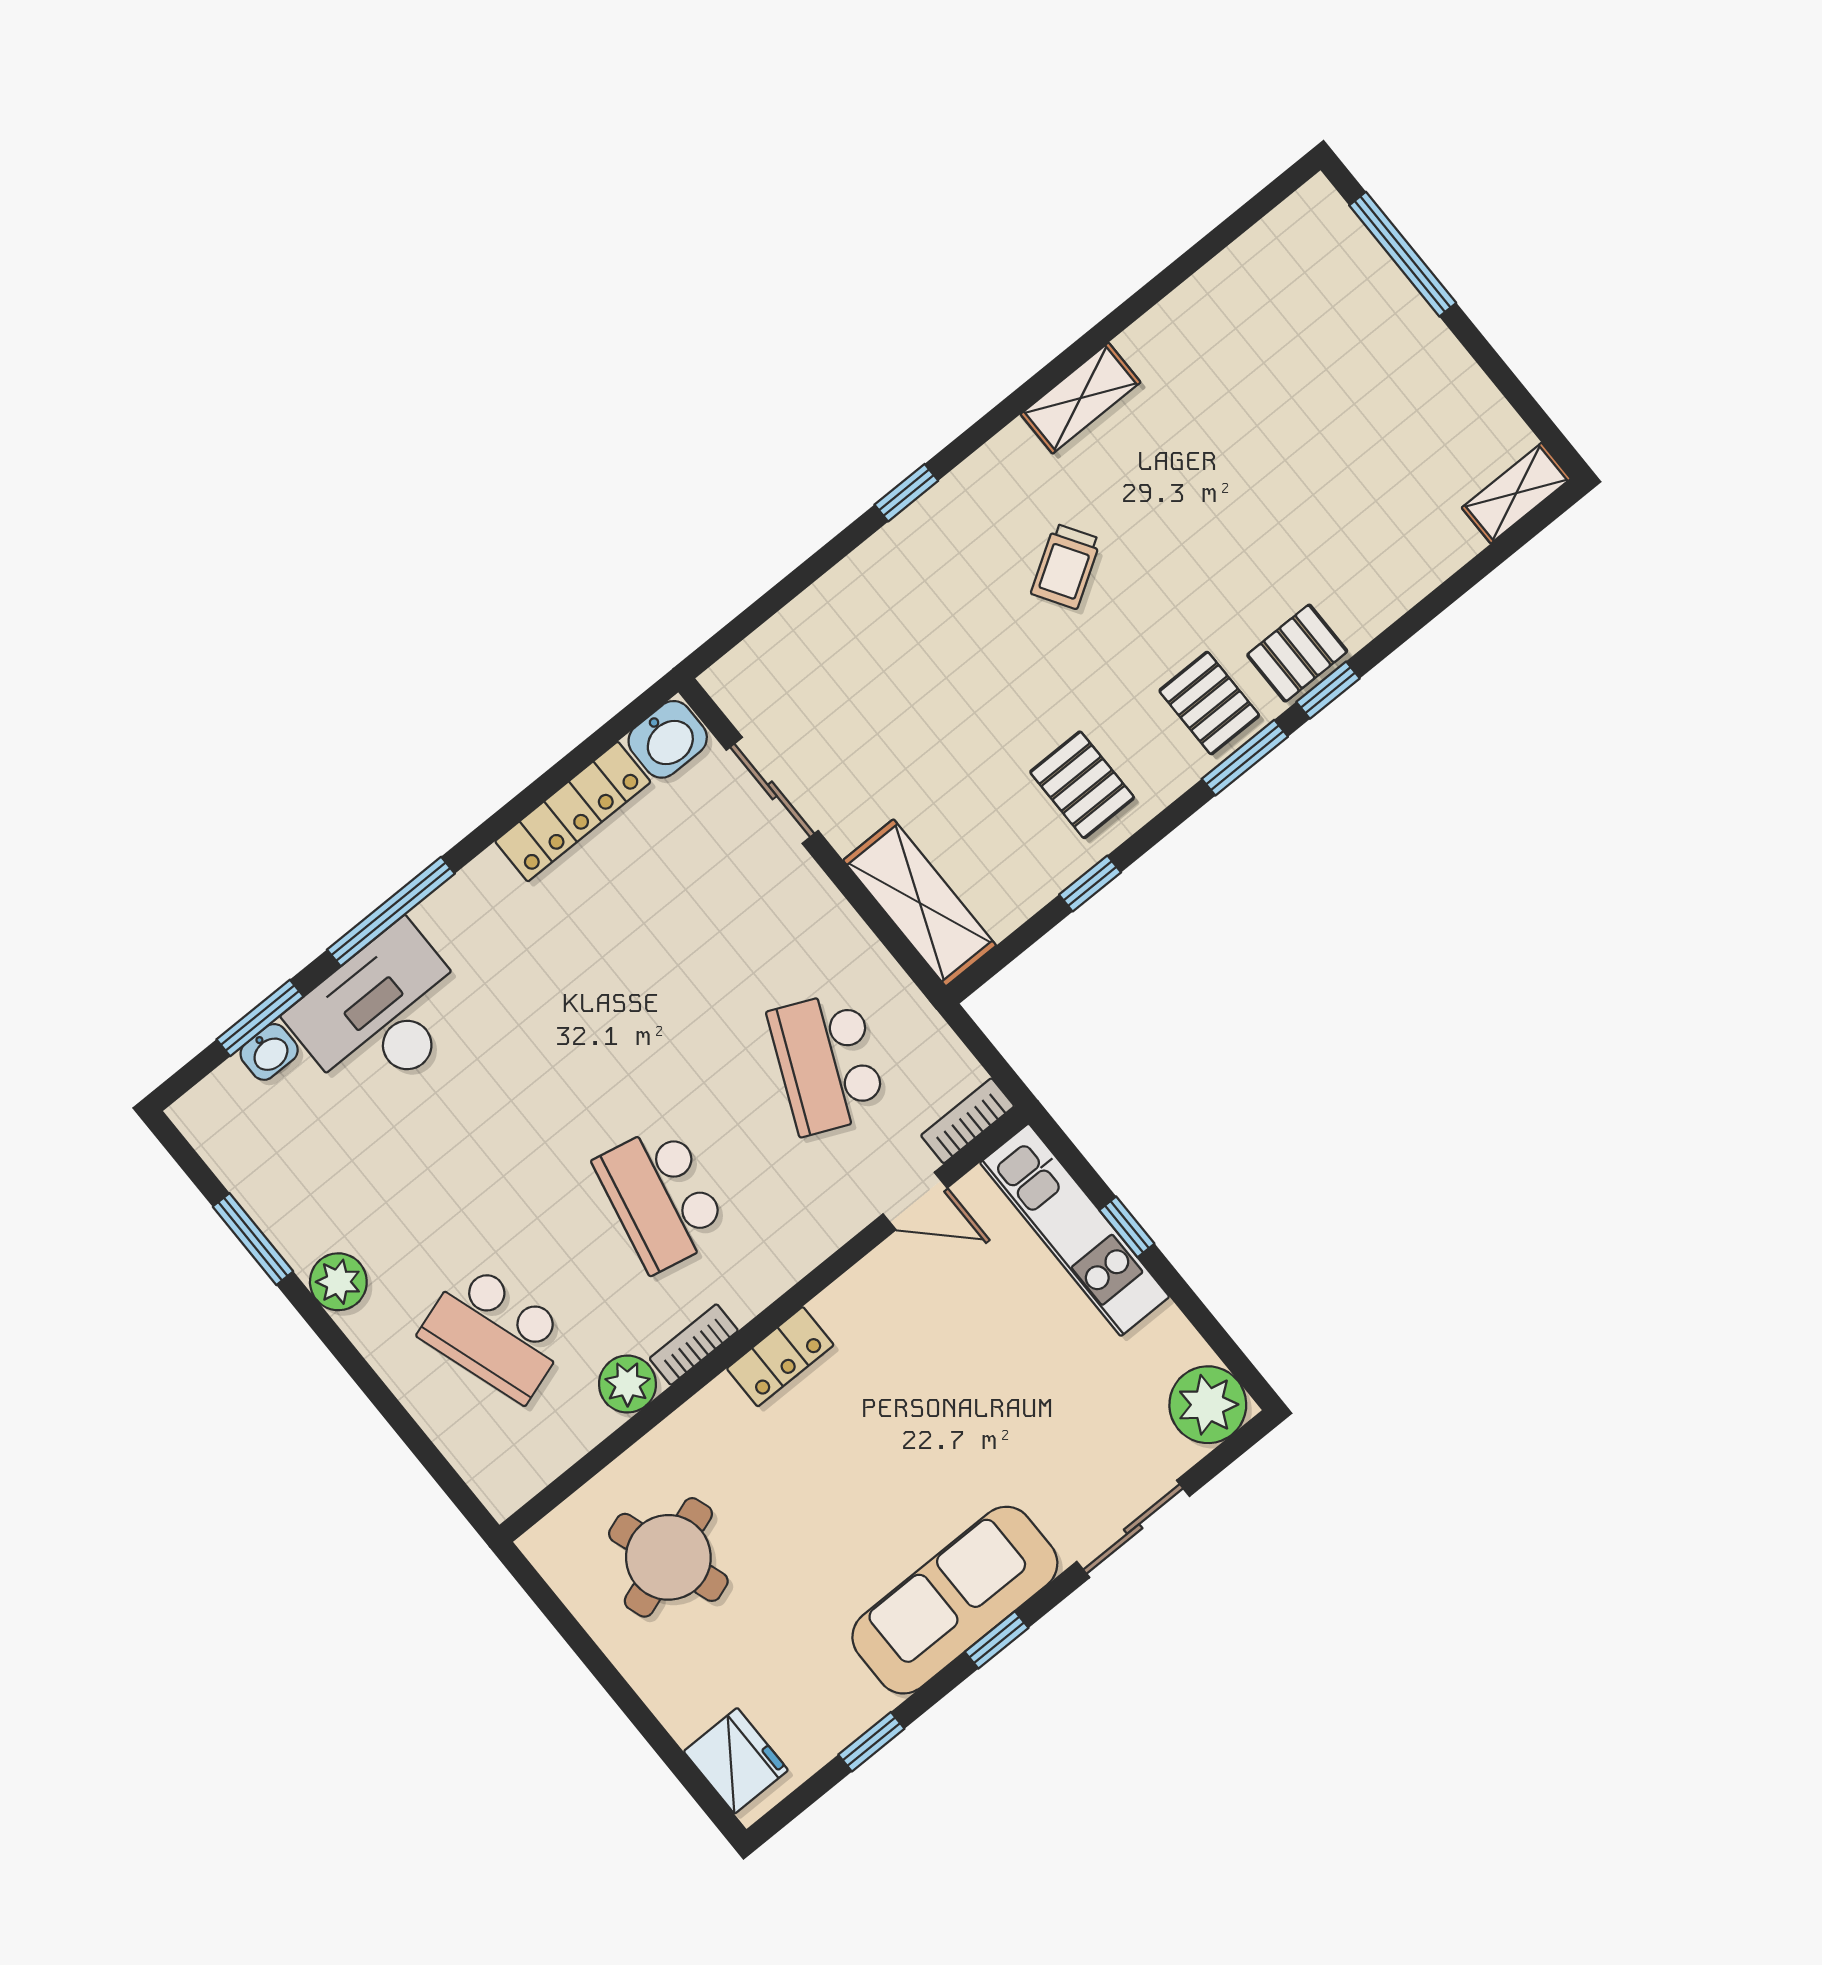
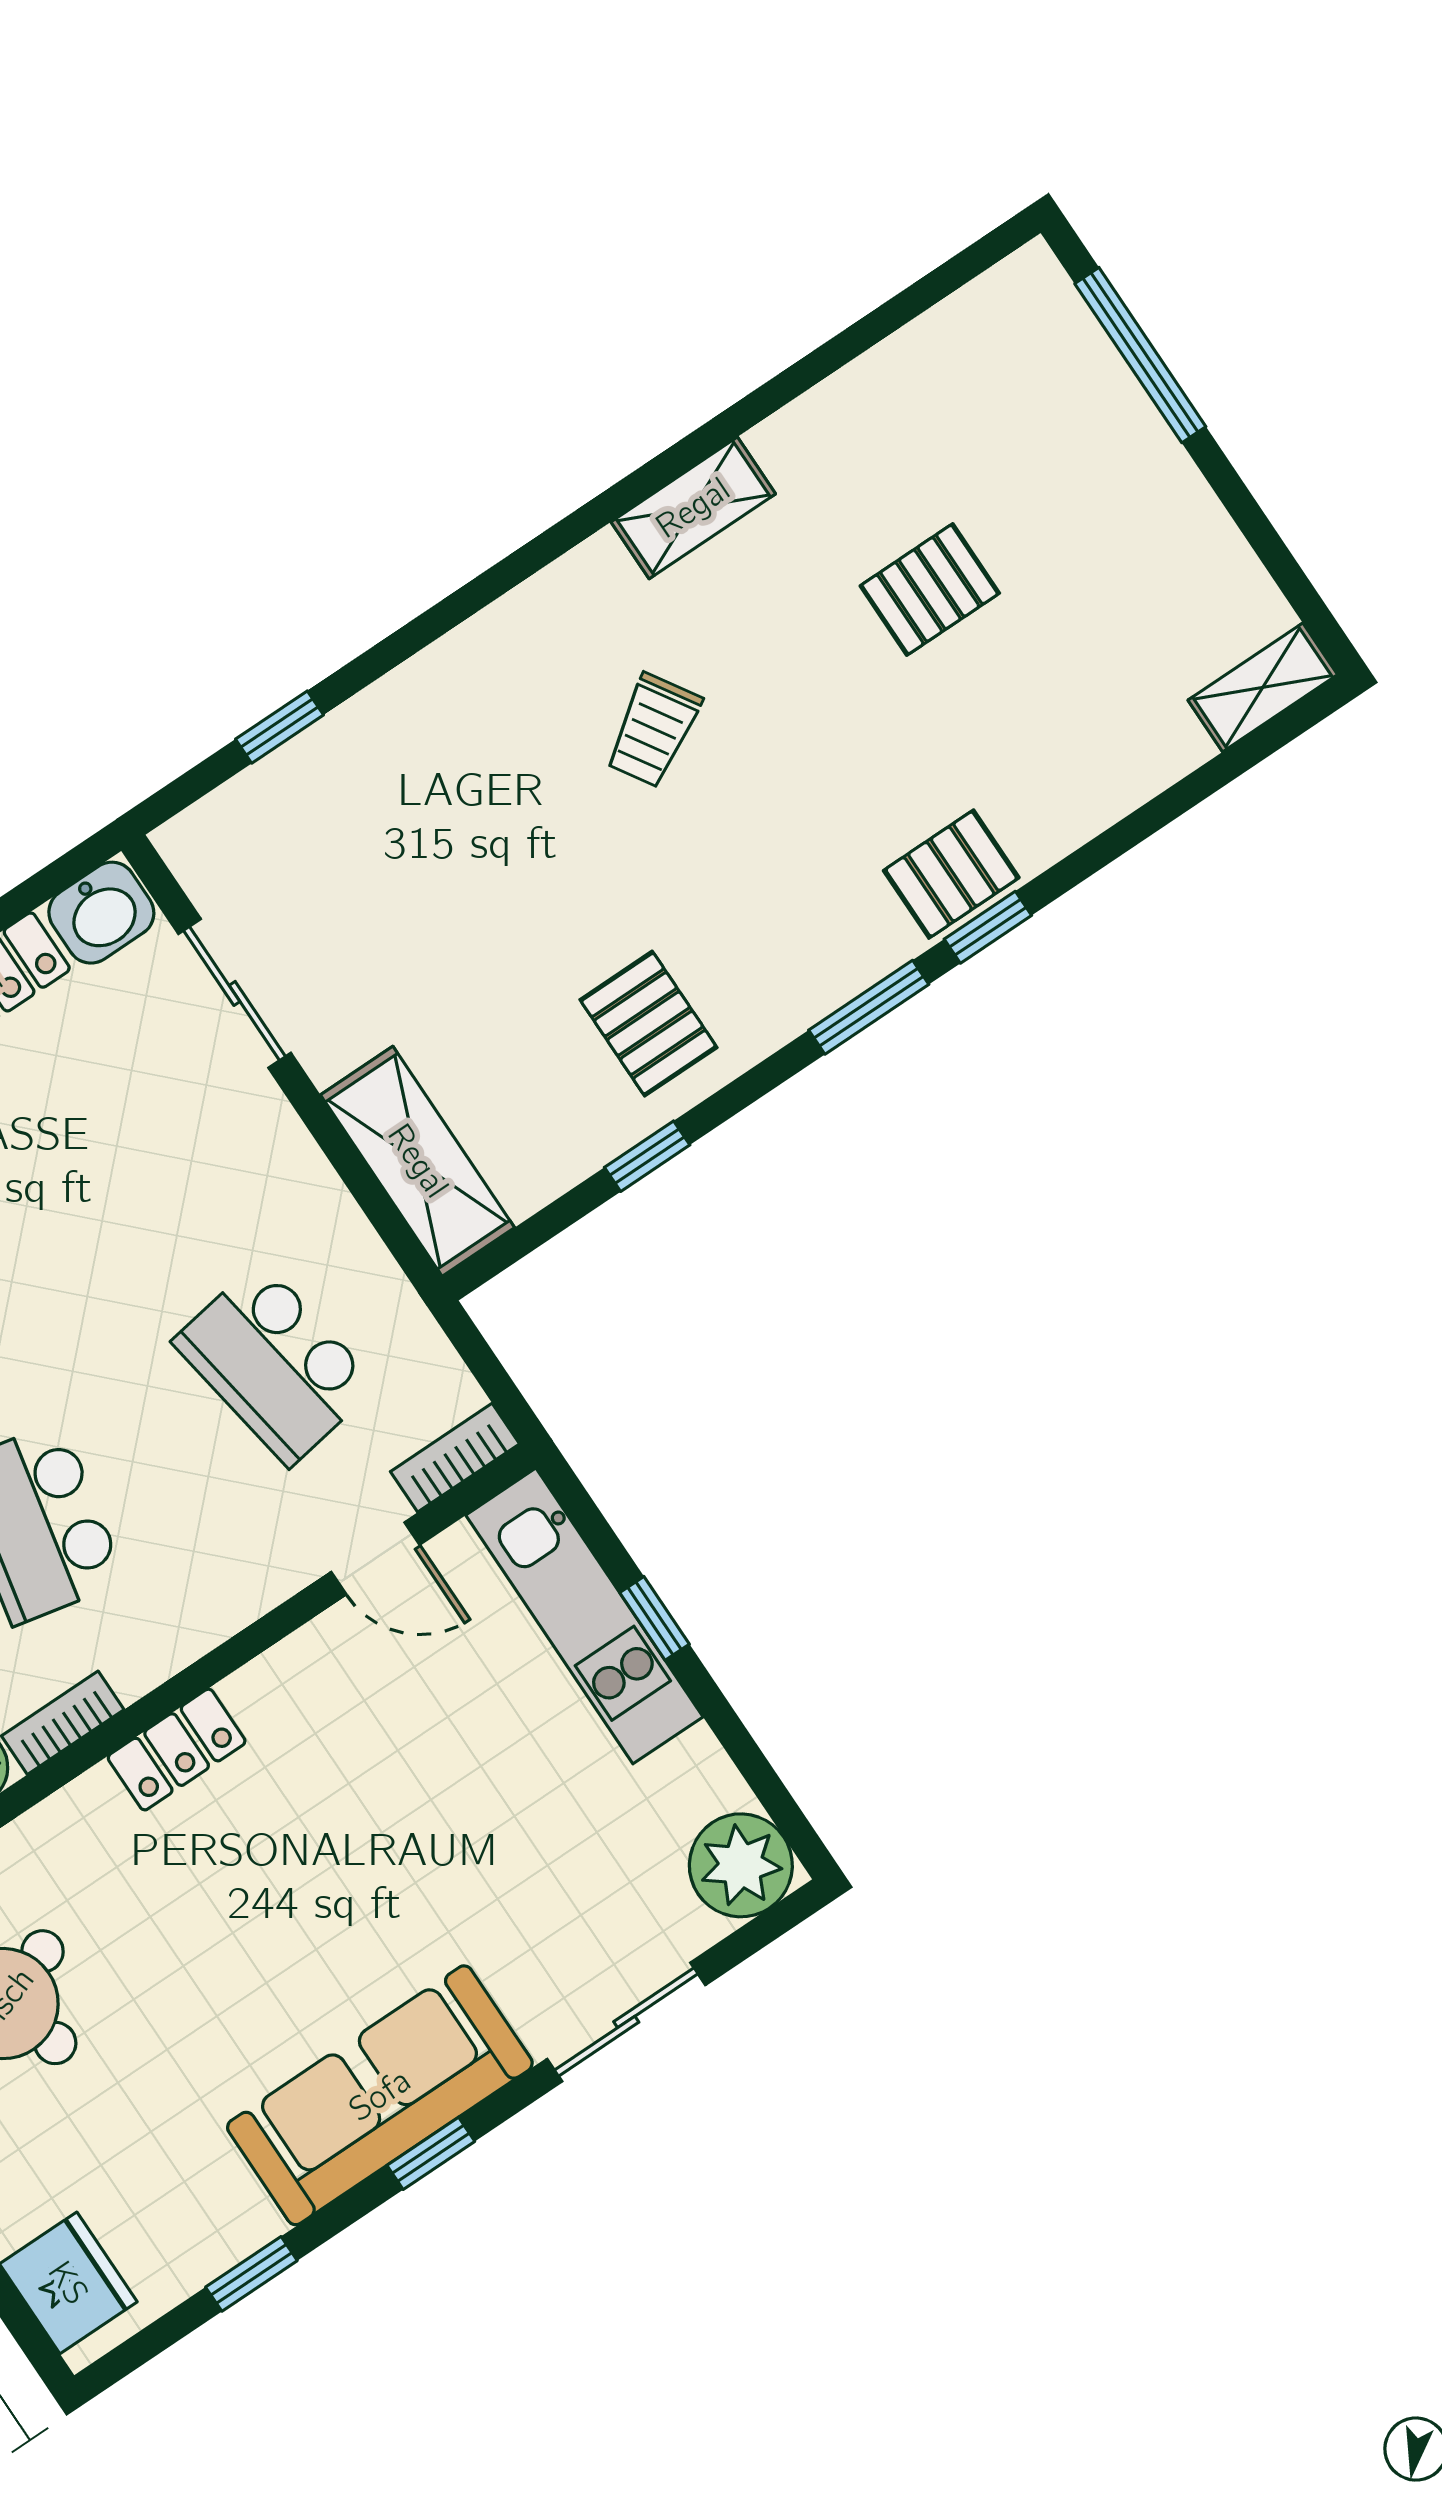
window: (906, 493) -> (279, 727), moved
pallet: (1209, 703) -> (930, 589), moved, turned 90
school desk: (827, 1063) -> (275, 1363), turned -33

